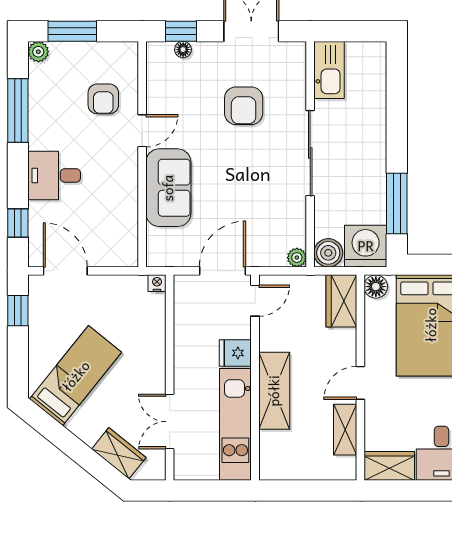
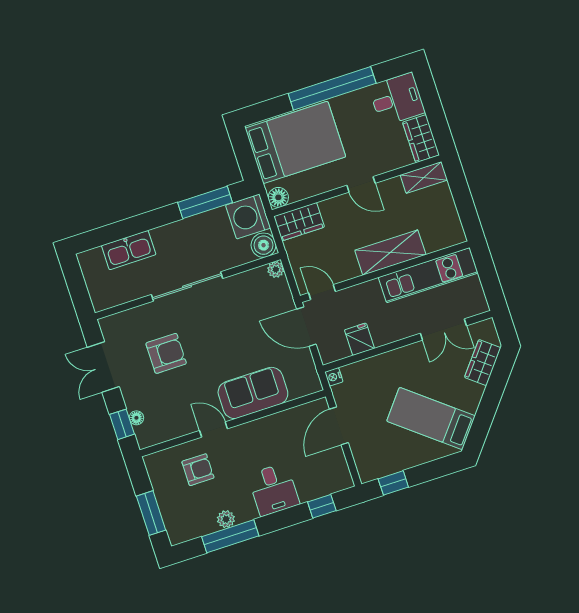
plant: (38, 52) -> (226, 519), moved
kitchen sink: (329, 70) -> (129, 250), moved, turned 180
door: (65, 271) -> (339, 426), moved
fridge: (235, 353) -> (359, 339), moved, turned 180
shelving: (345, 430) -> (424, 177), moved

